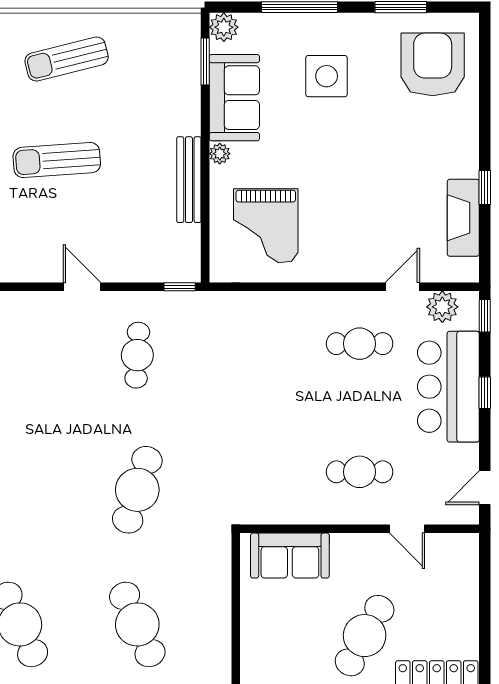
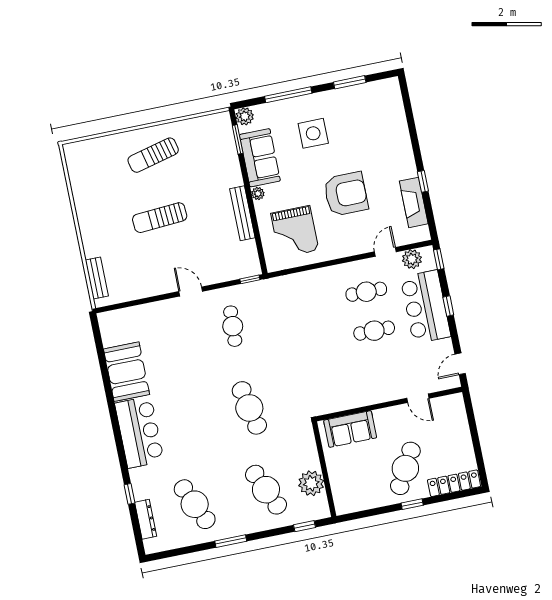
armchair: (433, 64) -> (346, 194), moved, turned 90
cafe table: (360, 472) -> (374, 331), moved
cafe table: (137, 490) -> (249, 408), turned -30
plant: (211, 629) -> (311, 483), added

